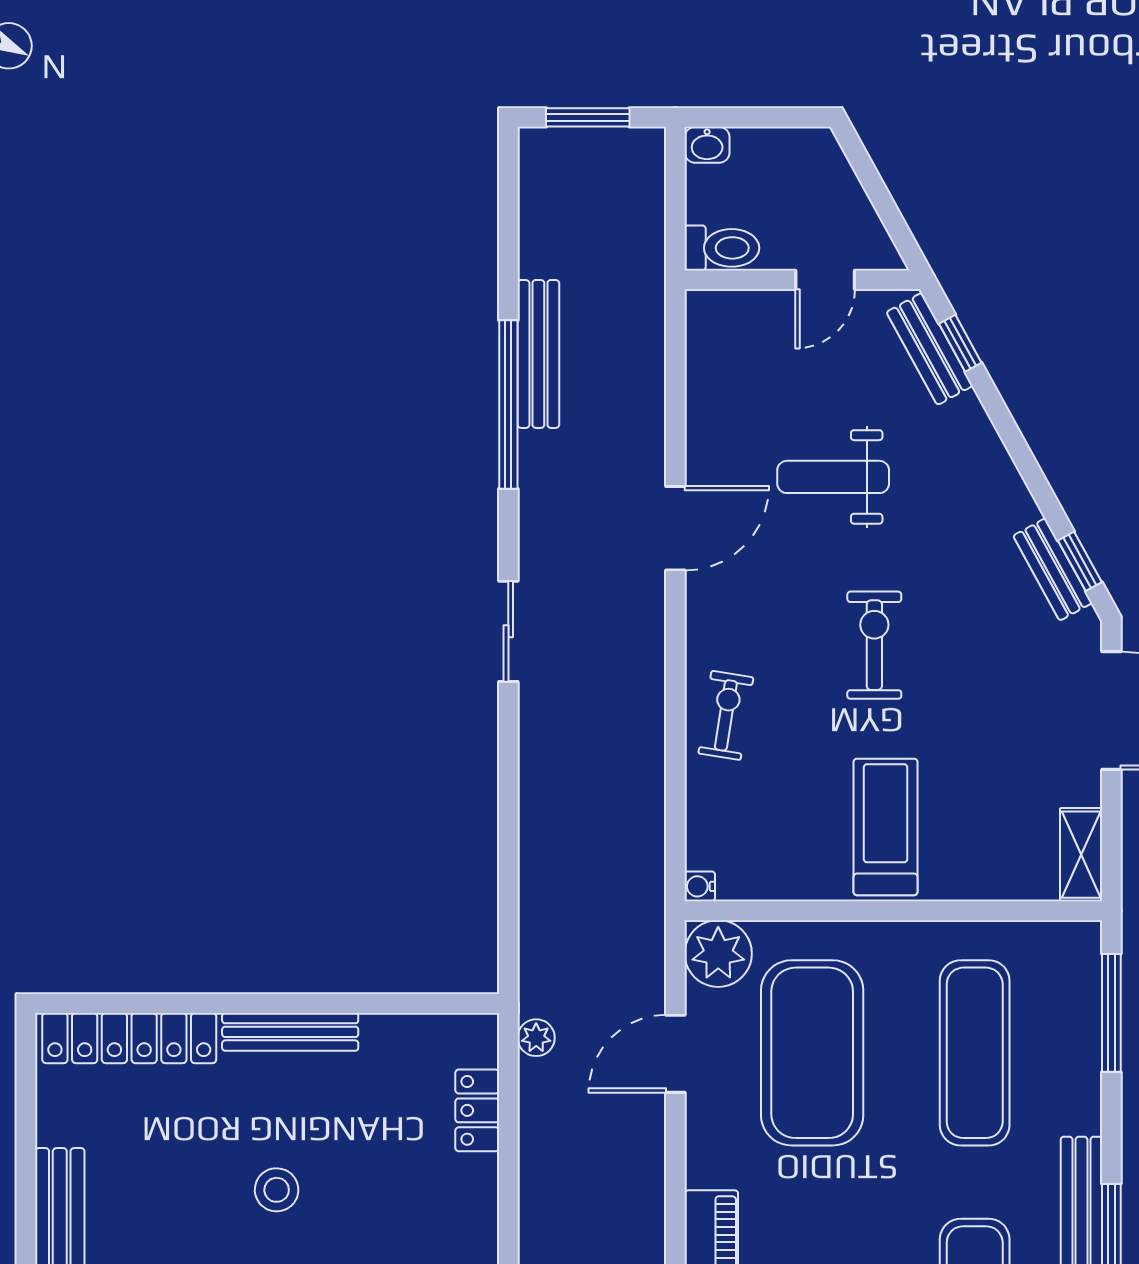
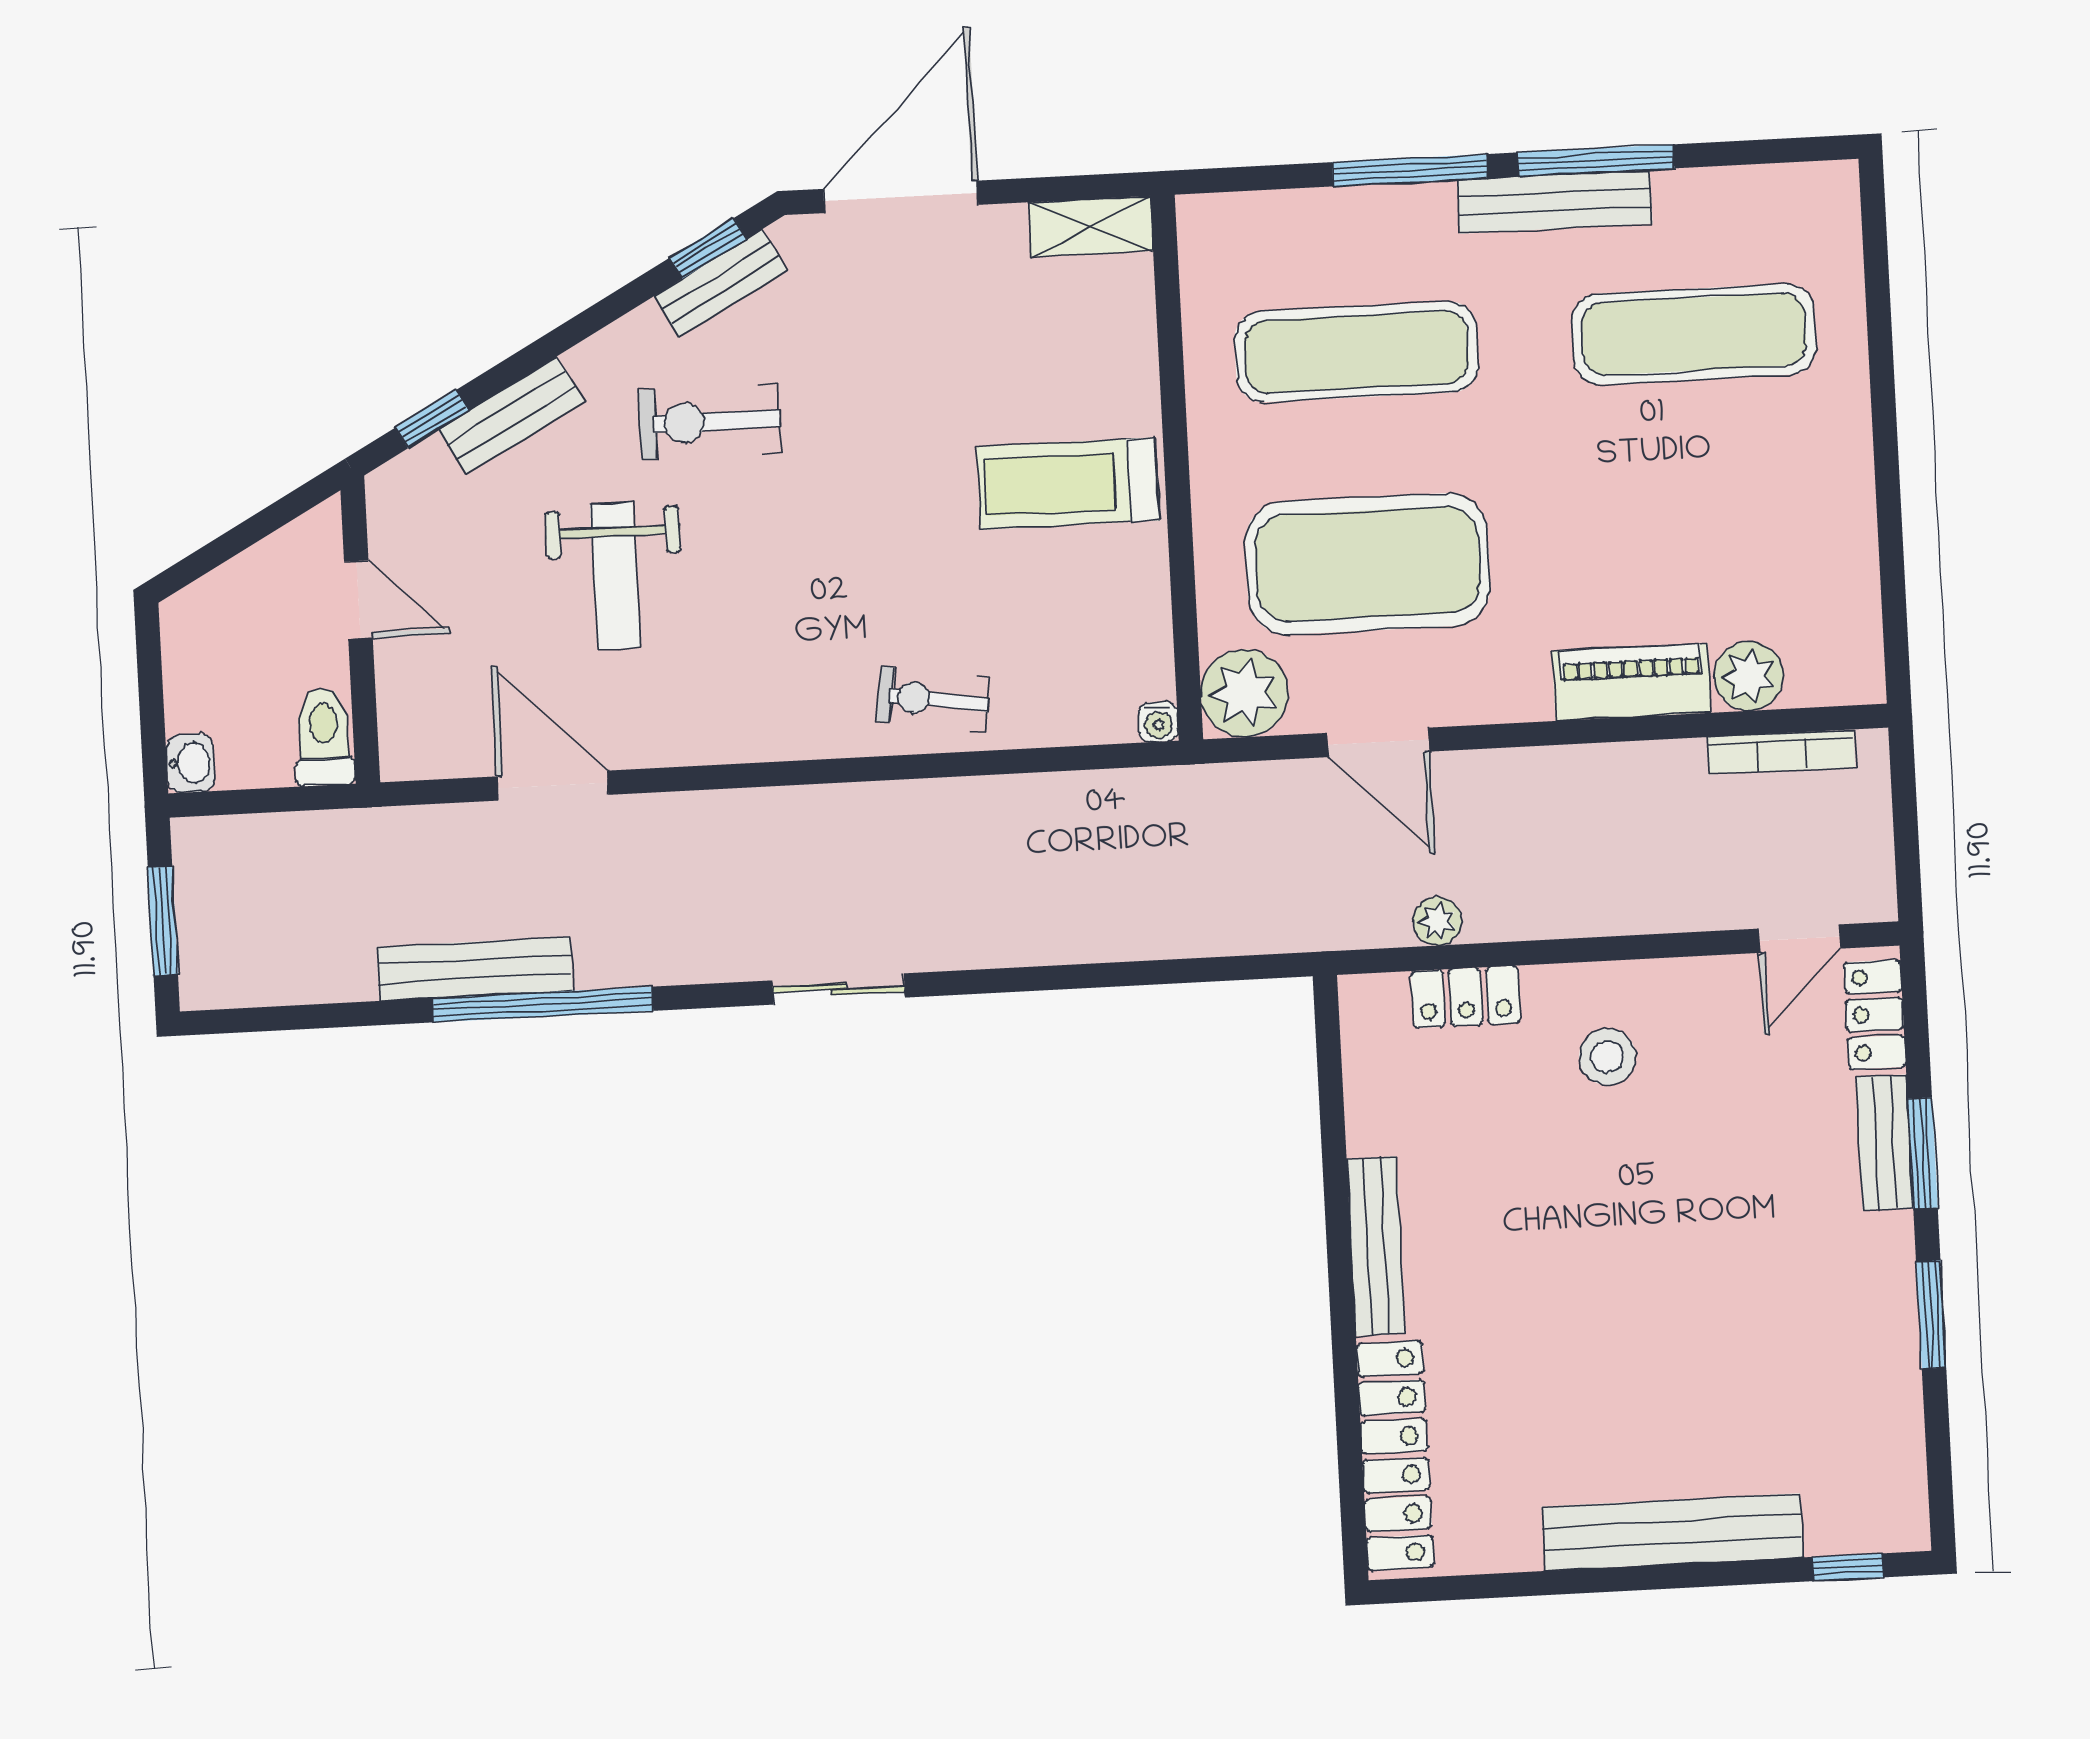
bench: (930, 349) -> (511, 416), moved
door: (675, 528) -> (553, 786), moved
exercise bike: (874, 645) -> (709, 422), moved
window: (1111, 1013) -> (1410, 170), moved
plant: (536, 1038) -> (1437, 921), moved
stool: (277, 1190) -> (1607, 1057), moved

